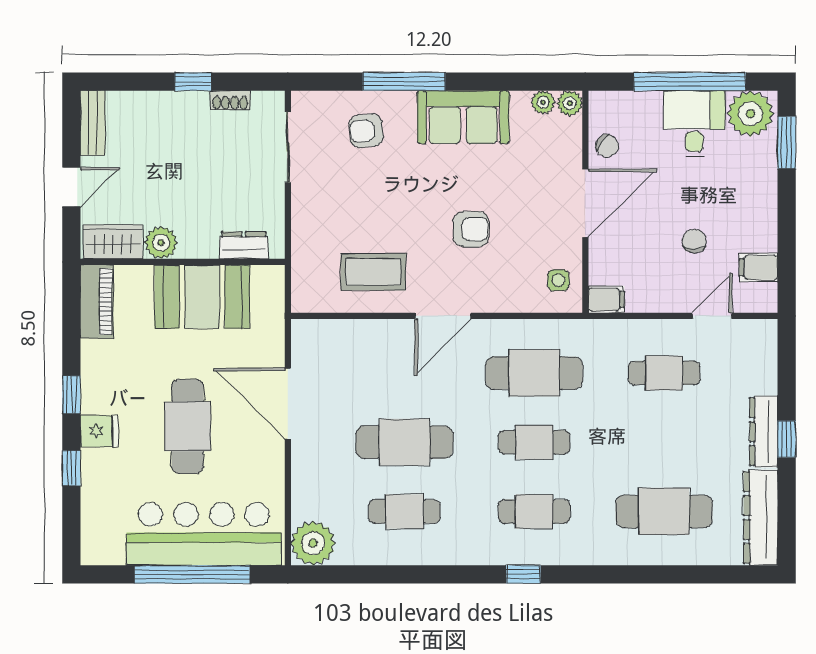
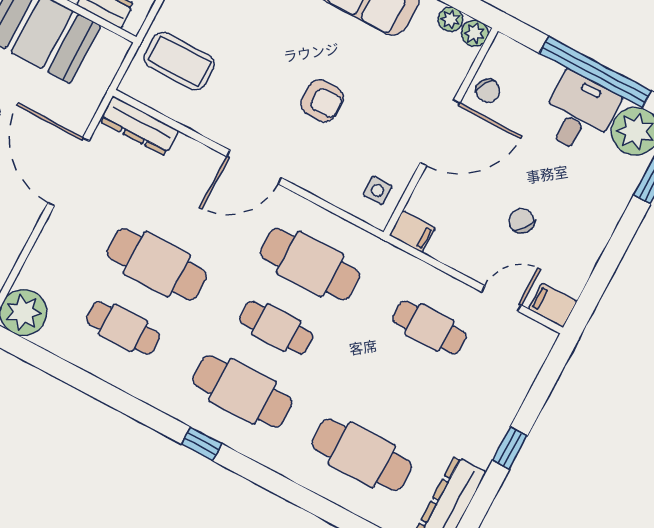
chair: (694, 241) -> (522, 221), turned -53
filing cabinet: (758, 267) -> (553, 305), moved
coffee table: (373, 272) -> (179, 61), moved
dresser: (764, 432) -> (139, 126), moved, turned -90
cafe table: (534, 511) -> (242, 391), width x1.37, depth x1.35

